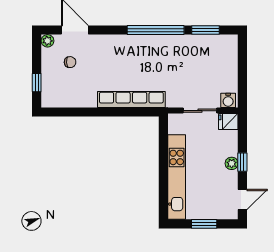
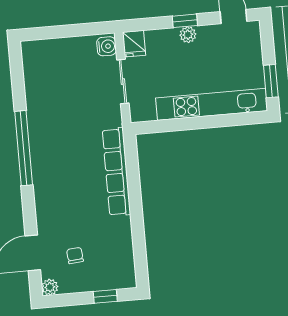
window: (205, 30) -> (18, 84), removed
window: (204, 224) -> (271, 81), moved

